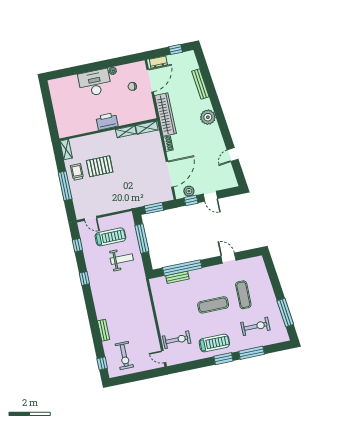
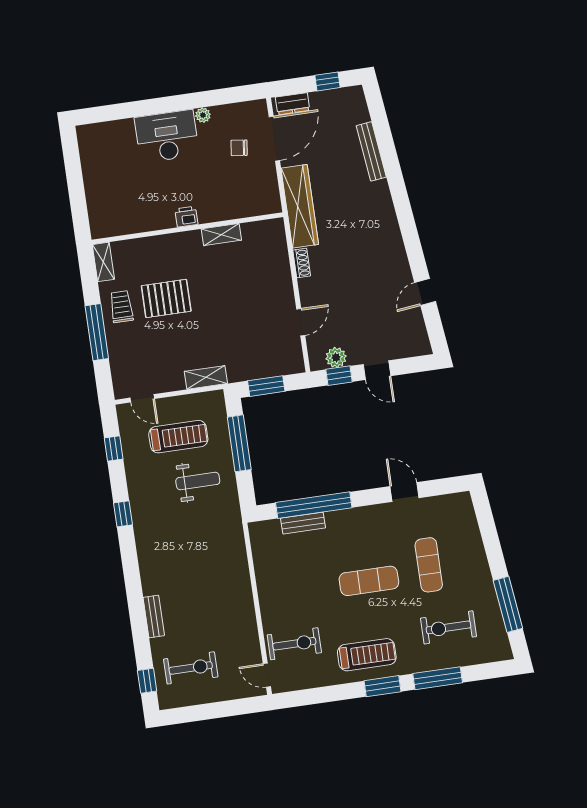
plant: (208, 117) -> (382, 217), removed
printer: (107, 121) -> (186, 217), width x0.53, depth x0.68
shelving: (147, 128) -> (206, 377), moved
door: (170, 174) -> (301, 322), width x0.53
exercise bike: (255, 326) -> (448, 627), turned 180
exercise bike: (124, 355) -> (191, 668), turned -90

